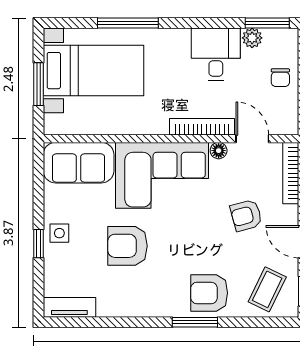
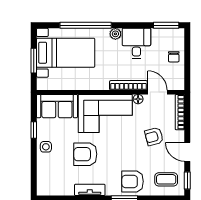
window: (128, 23) -> (86, 25), width x1.46
plant: (252, 38) -> (115, 34), moved
window: (38, 244) -> (34, 130), moved
coffee table: (267, 289) -> (166, 179), turned 64
tv unit: (69, 307) -> (90, 190), moved

